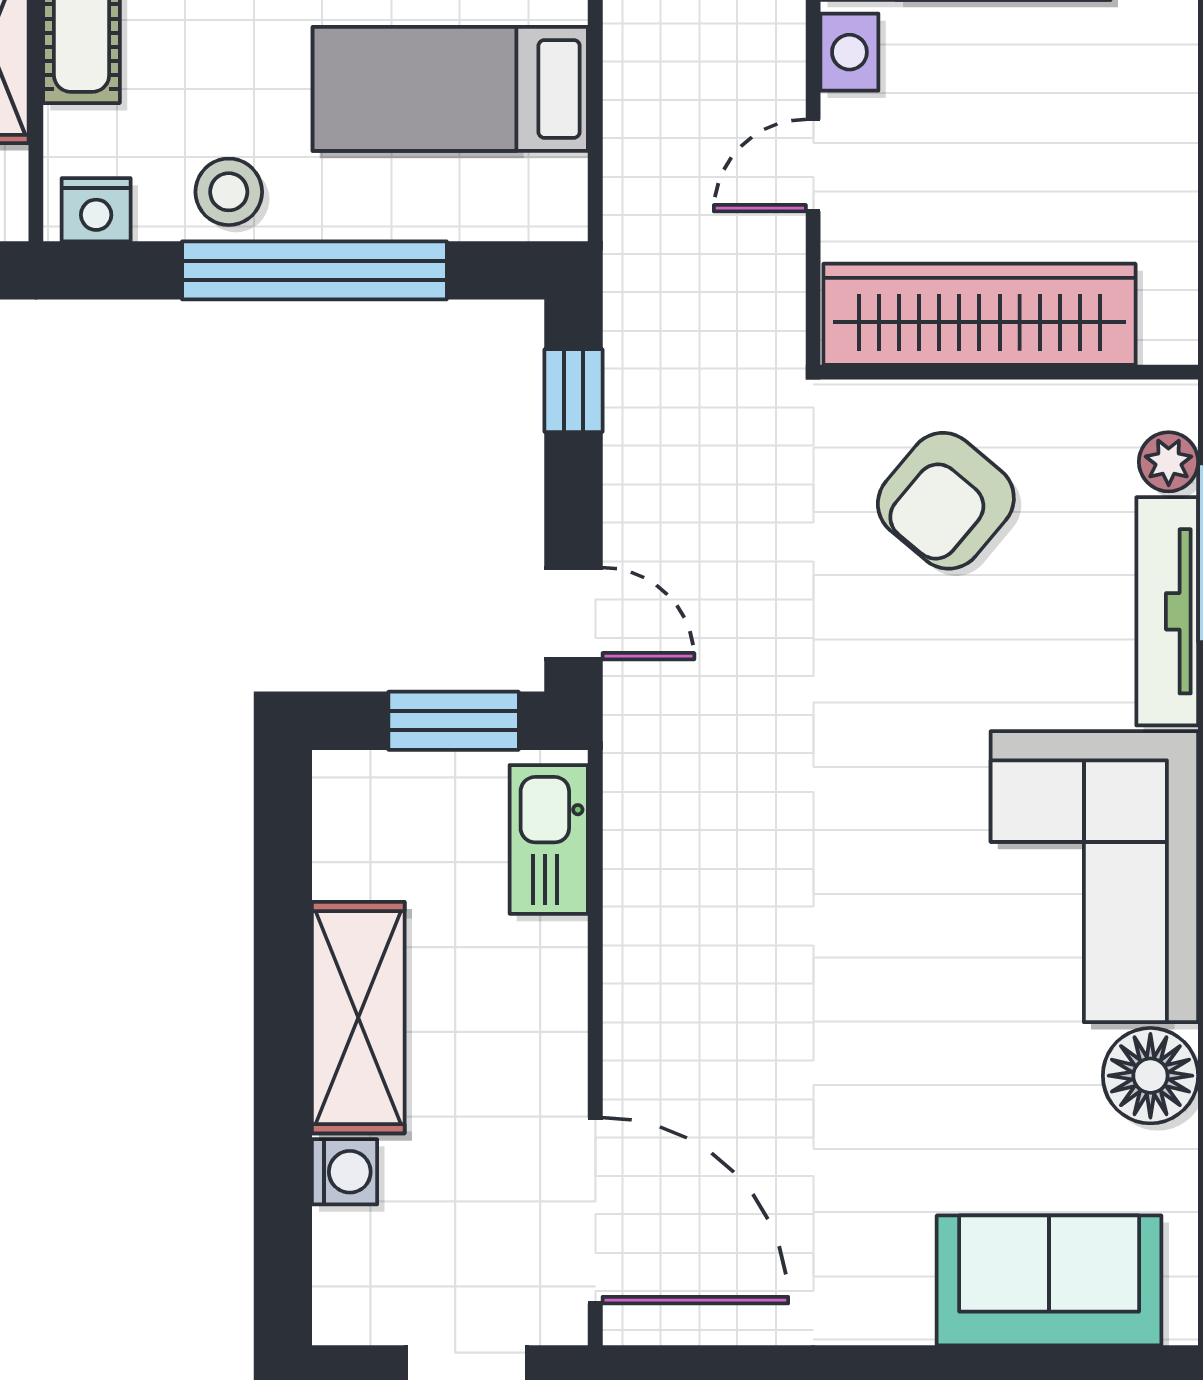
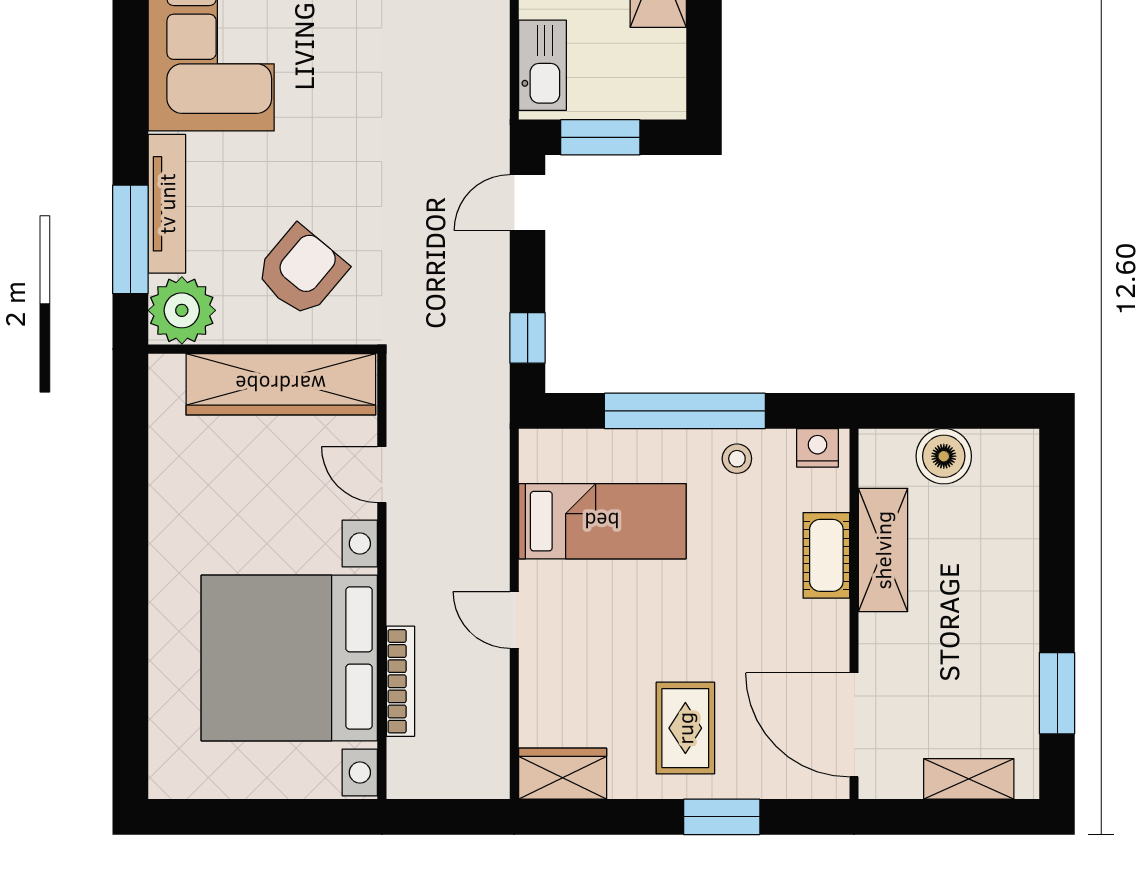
door: (813, 165) -> (382, 475), swing flipped
stool: (229, 192) -> (737, 459), width x0.73, depth x0.73
plant: (1169, 462) -> (182, 310), width x1.88, depth x1.88
door: (573, 614) -> (528, 202), hinge flipped

